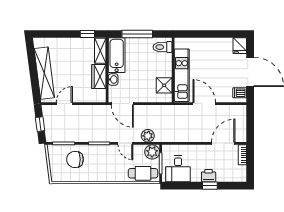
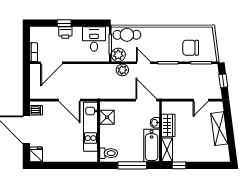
shelving: (44, 73) -> (219, 129), width x0.68
chair: (75, 159) -> (191, 48), turned 180

